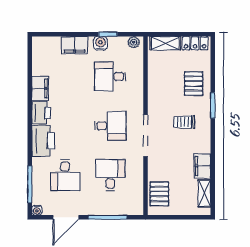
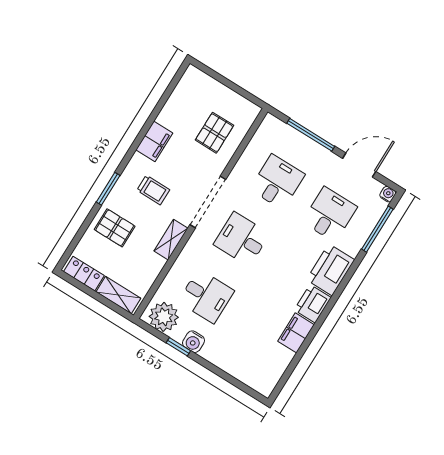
plant: (134, 42) -> (164, 317), width x1.88, depth x1.88
filing cabinet: (75, 45) -> (225, 358), removed
pallet: (194, 84) -> (115, 228), turned 90
filing cabinet: (202, 166) -> (154, 141), moved
desk: (110, 175) -> (277, 182), turned 180
shelving: (204, 193) -> (171, 240), moved
pallet: (159, 194) -> (214, 133), moved

